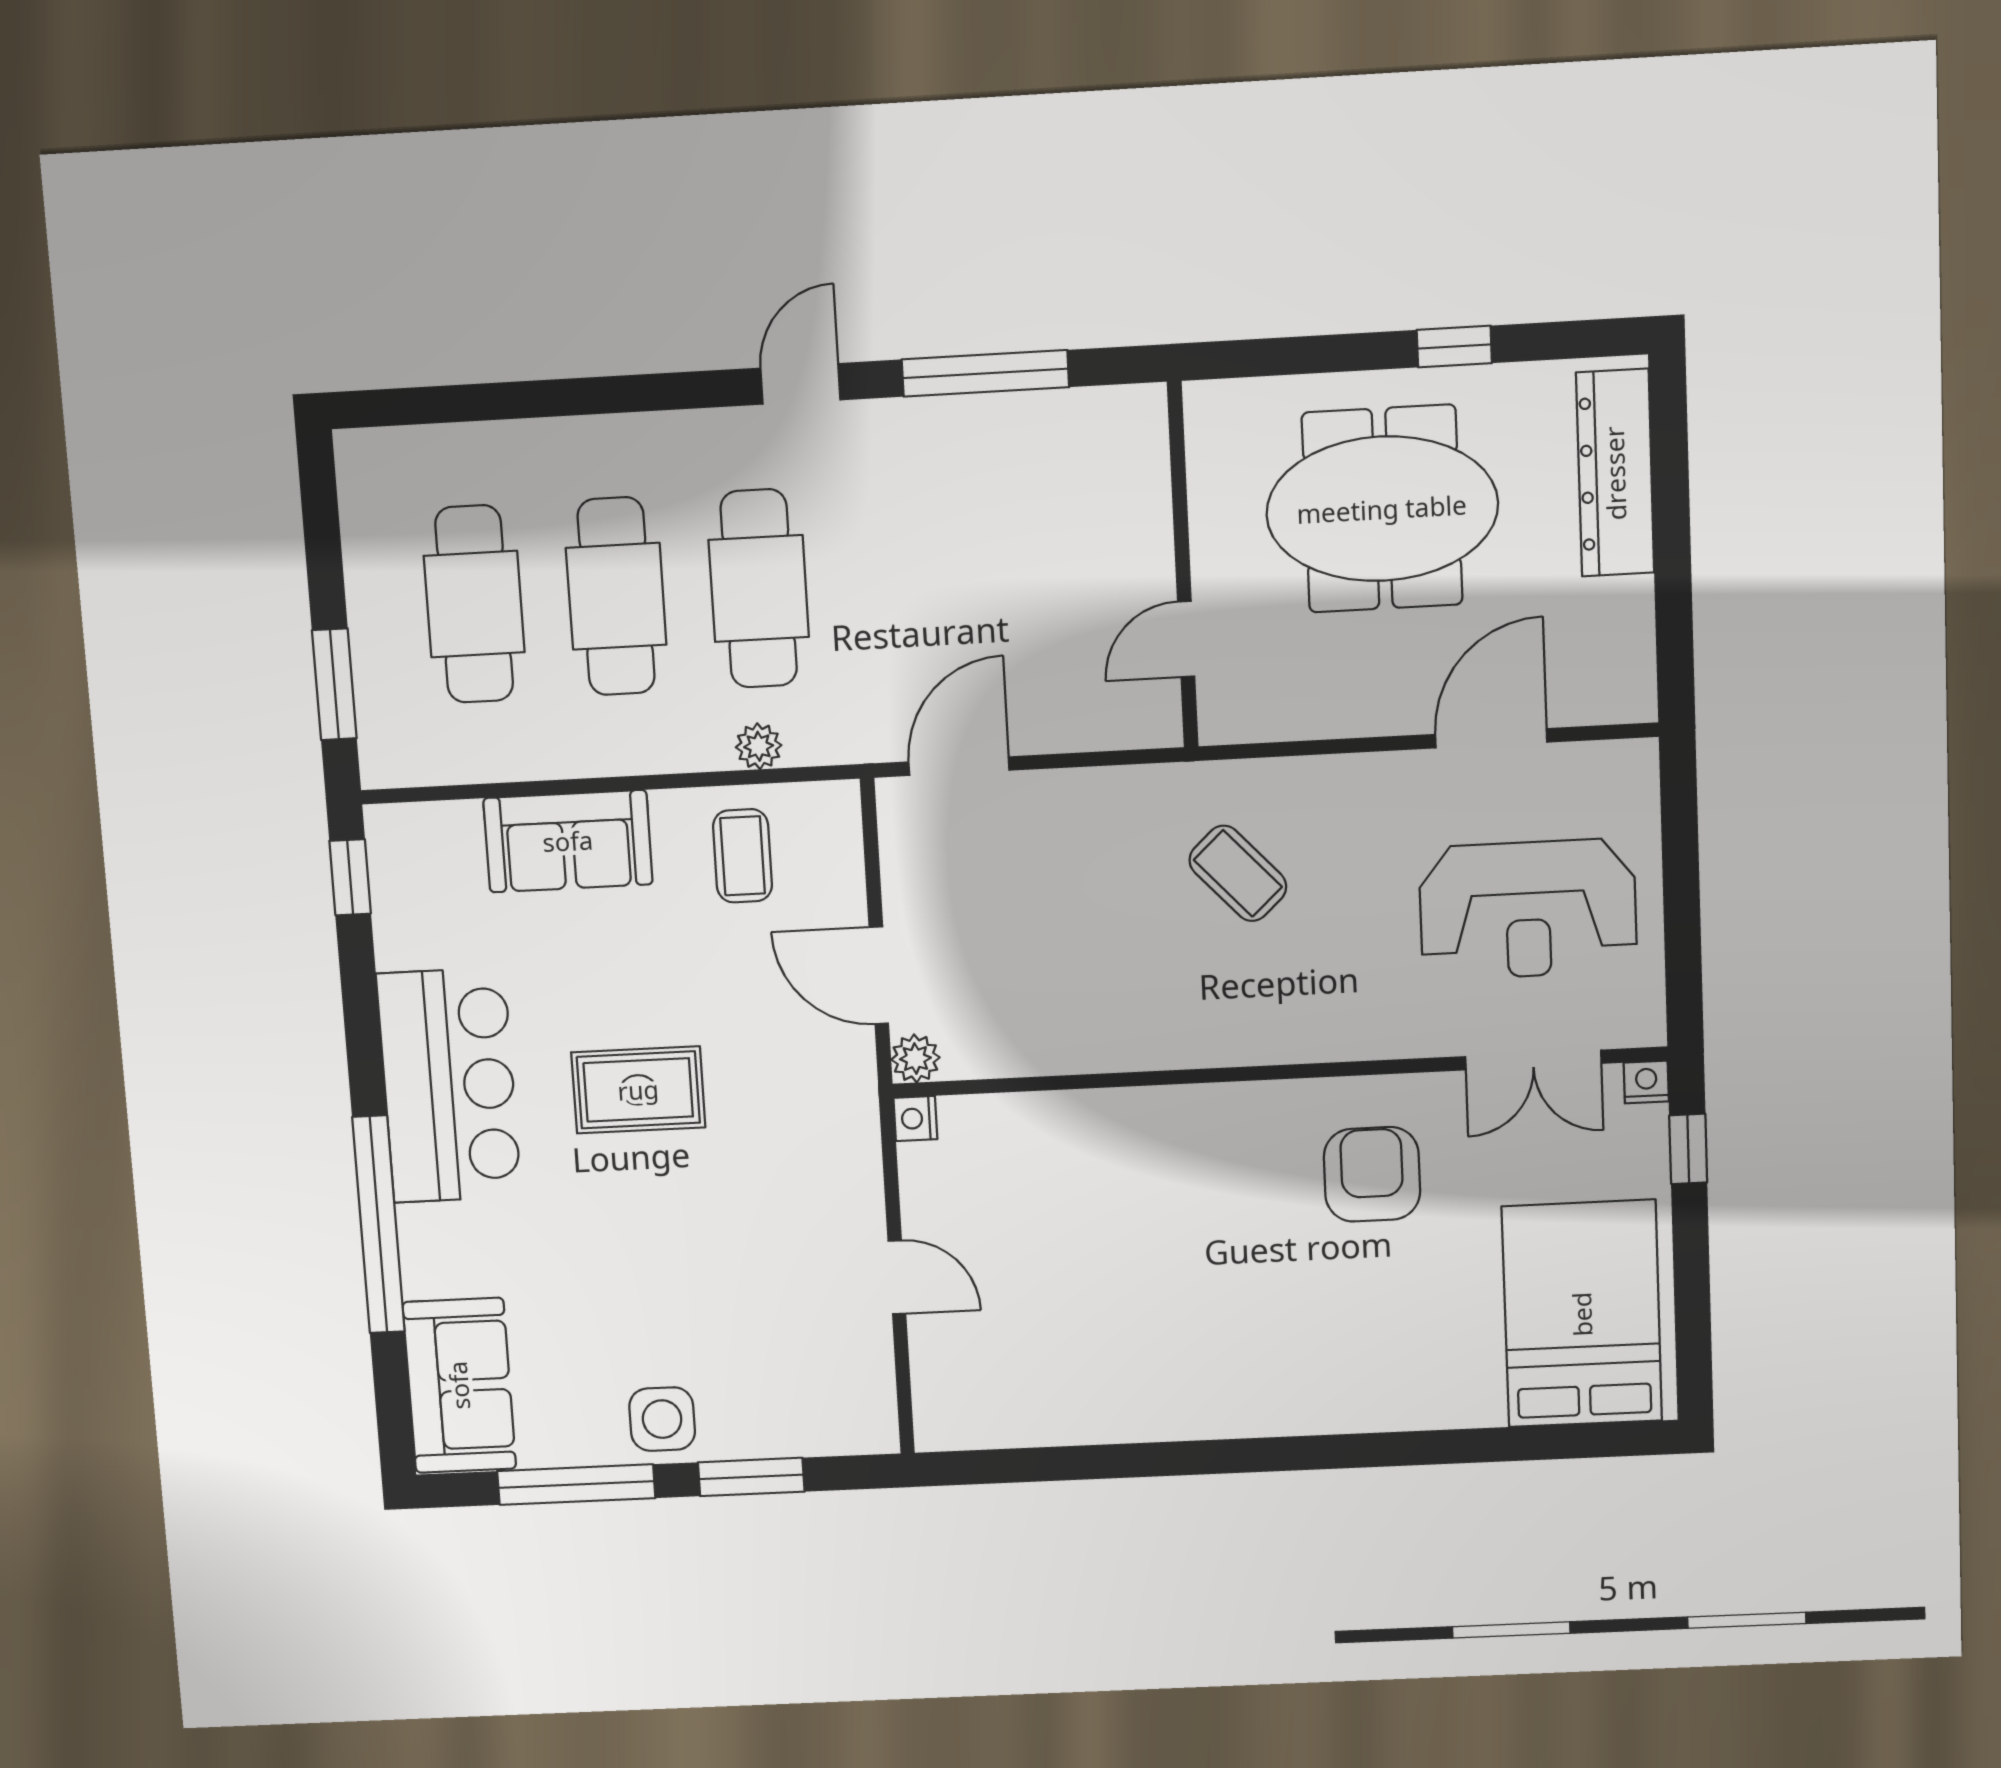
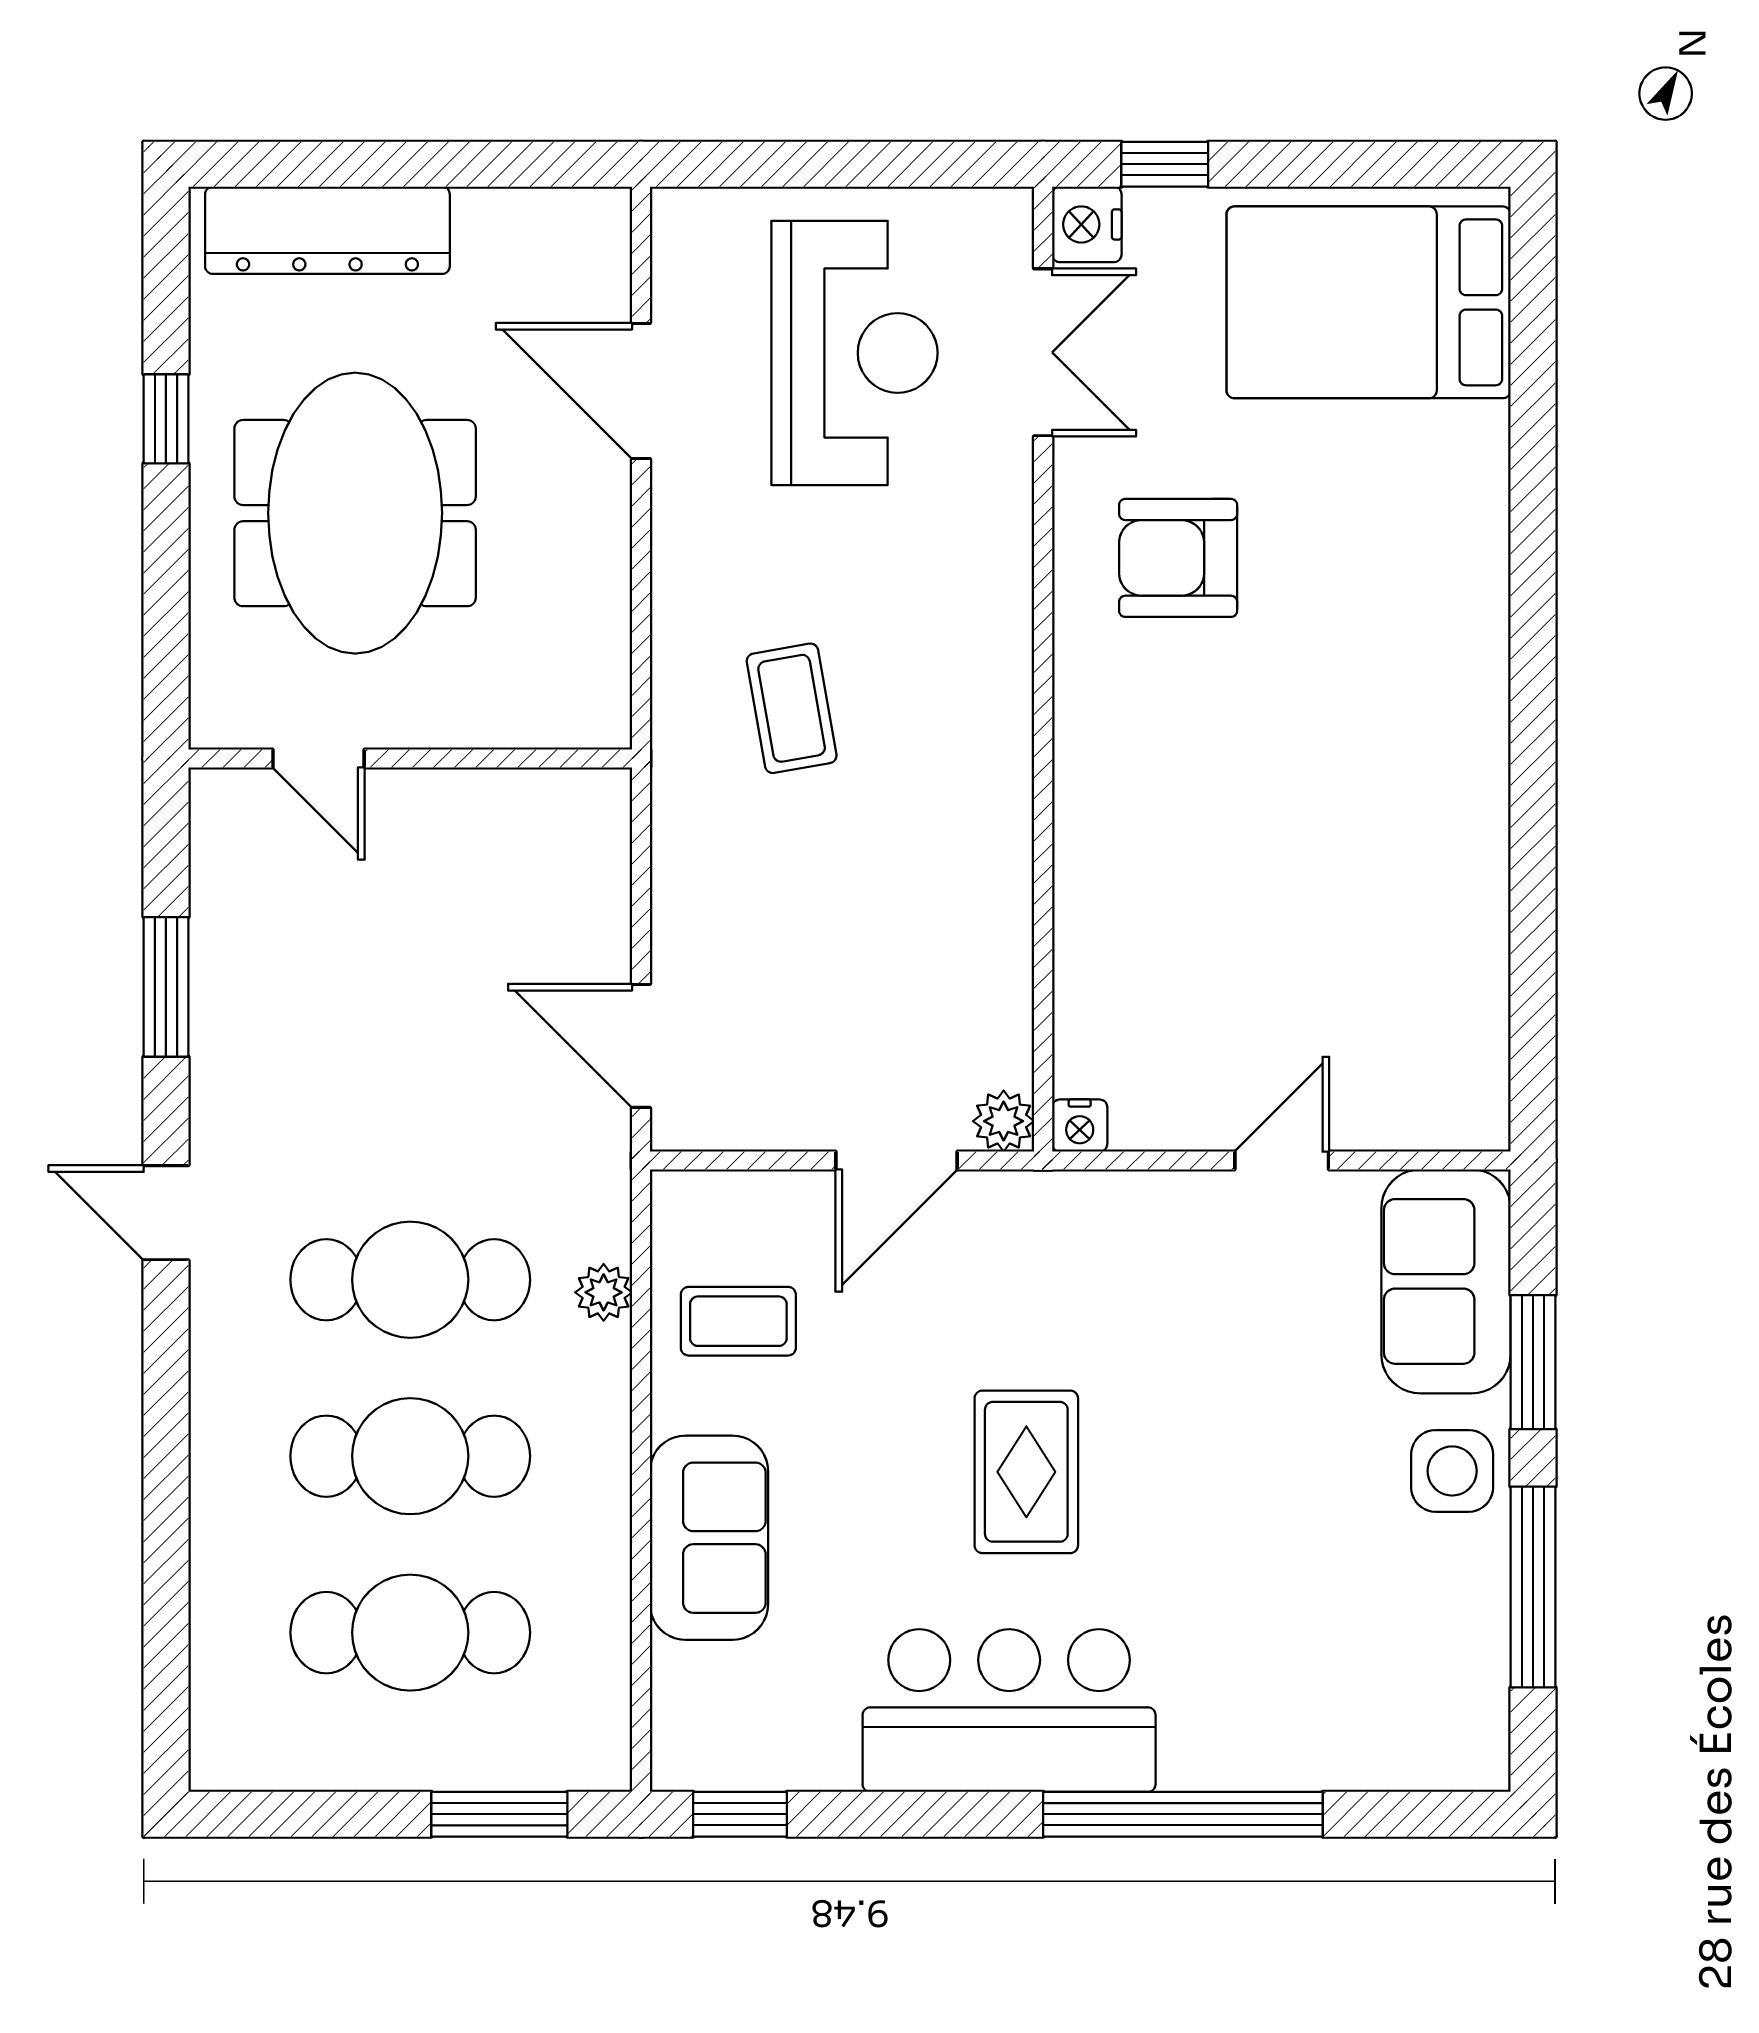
window: (985, 373) -> (166, 987), width x0.69
door: (1186, 639) -> (318, 758), moved
coffee table: (1238, 873) -> (792, 708), turned -57
nightstand: (1646, 1082) -> (1087, 224), width x1.39, depth x1.35
sofa: (459, 1385) -> (1446, 1281), moved, turned -90

